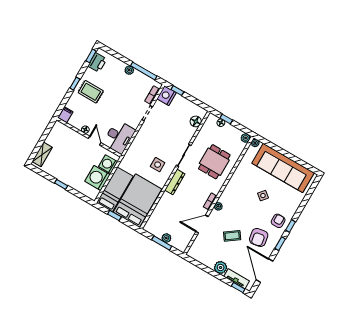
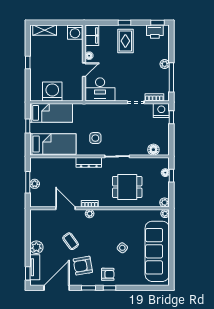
filing cabinet: (66, 115) -> (92, 35), width x2.00
washing machine: (108, 164) -> (75, 32), moved, turned 180
bed: (138, 201) -> (53, 144), width x0.67

